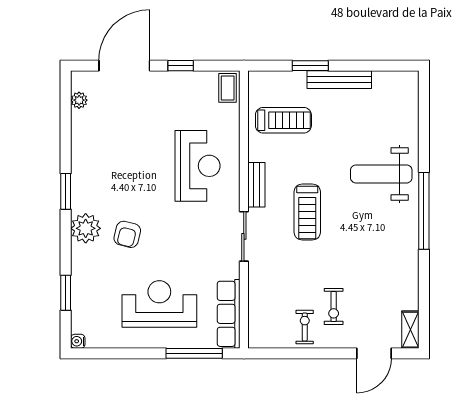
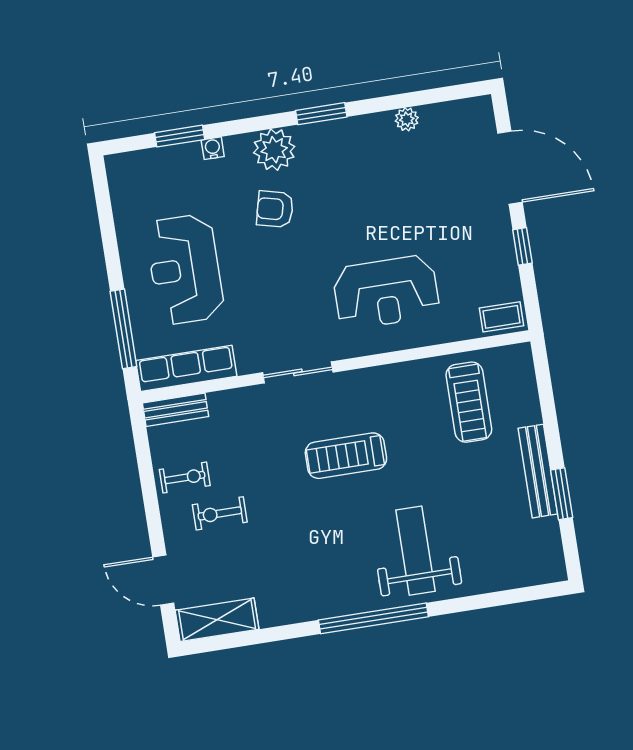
window: (310, 66) -> (562, 494), moved
plant: (79, 100) -> (407, 119), moved
bench: (256, 185) -> (175, 410), moved
reception desk: (159, 304) -> (185, 269), turned 180
shelving: (410, 330) -> (217, 620), width x1.50, depth x1.33
water cooler: (78, 341) -> (213, 148), moved

